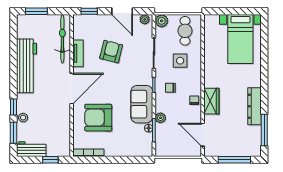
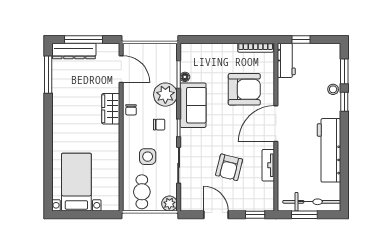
window: (36, 11) -> (304, 215), moved
plant: (145, 19) -> (189, 205), removed
bicycle: (62, 39) -> (312, 202), moved, turned -90
dresser: (255, 106) -> (74, 51), moved, turned 90
plant: (160, 118) -> (165, 95), width x1.87, depth x1.87
workbench: (31, 149) -> (286, 60), moved, turned -90

